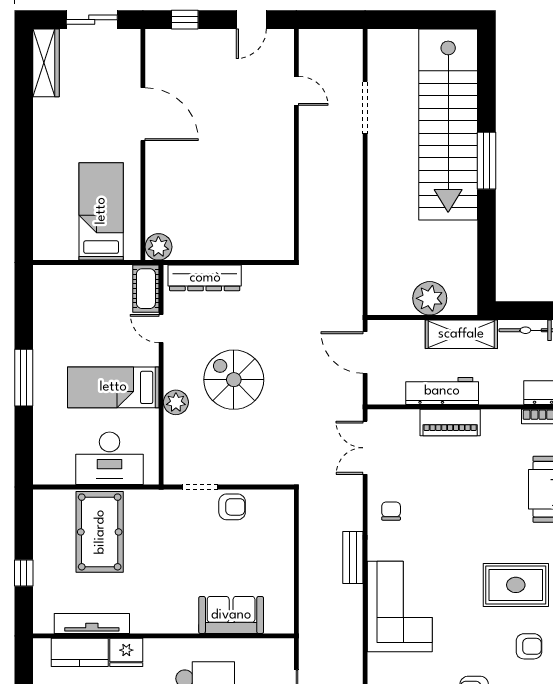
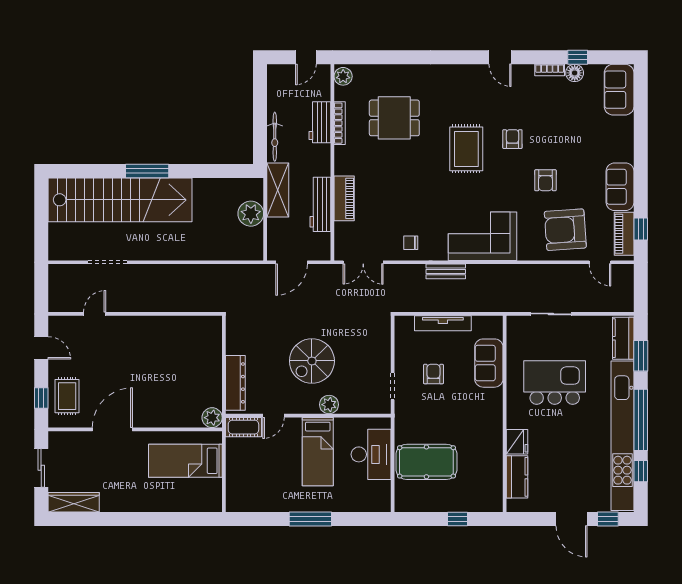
rug: (187, 54) -> (67, 396), added
armchair: (232, 507) -> (433, 374), moved
tv unit: (92, 623) -> (443, 323), moved, turned -90

